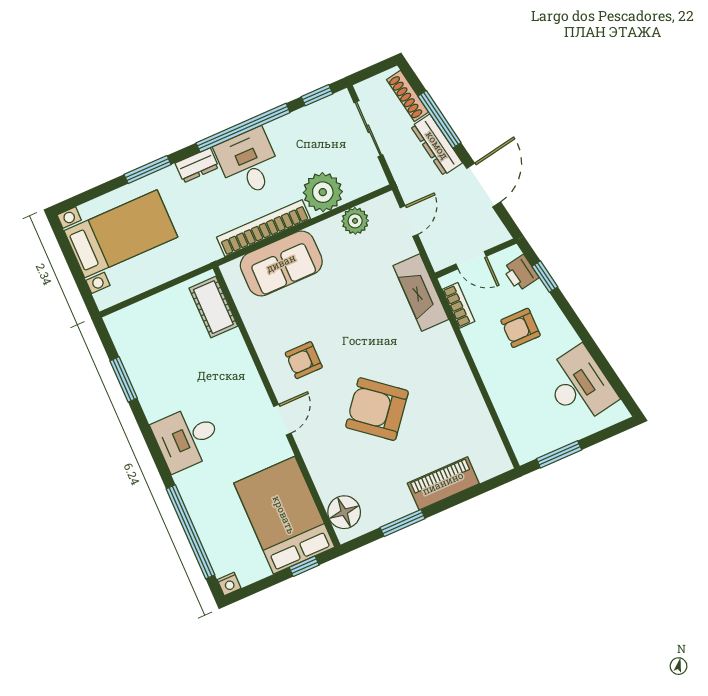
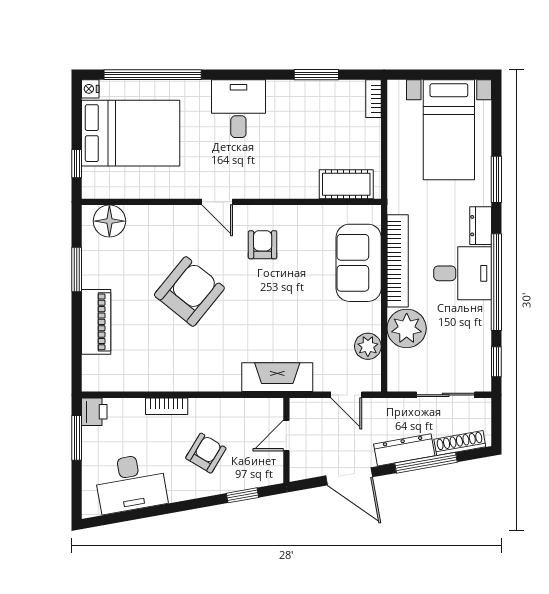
printer: (521, 273) -> (94, 412), moved, turned 100
bookcase: (459, 305) -> (167, 406), moved
bookcase: (123, 317) -> (373, 99), added
armchair: (521, 328) -> (206, 453), turned 31
bed: (284, 515) -> (131, 133), moved

